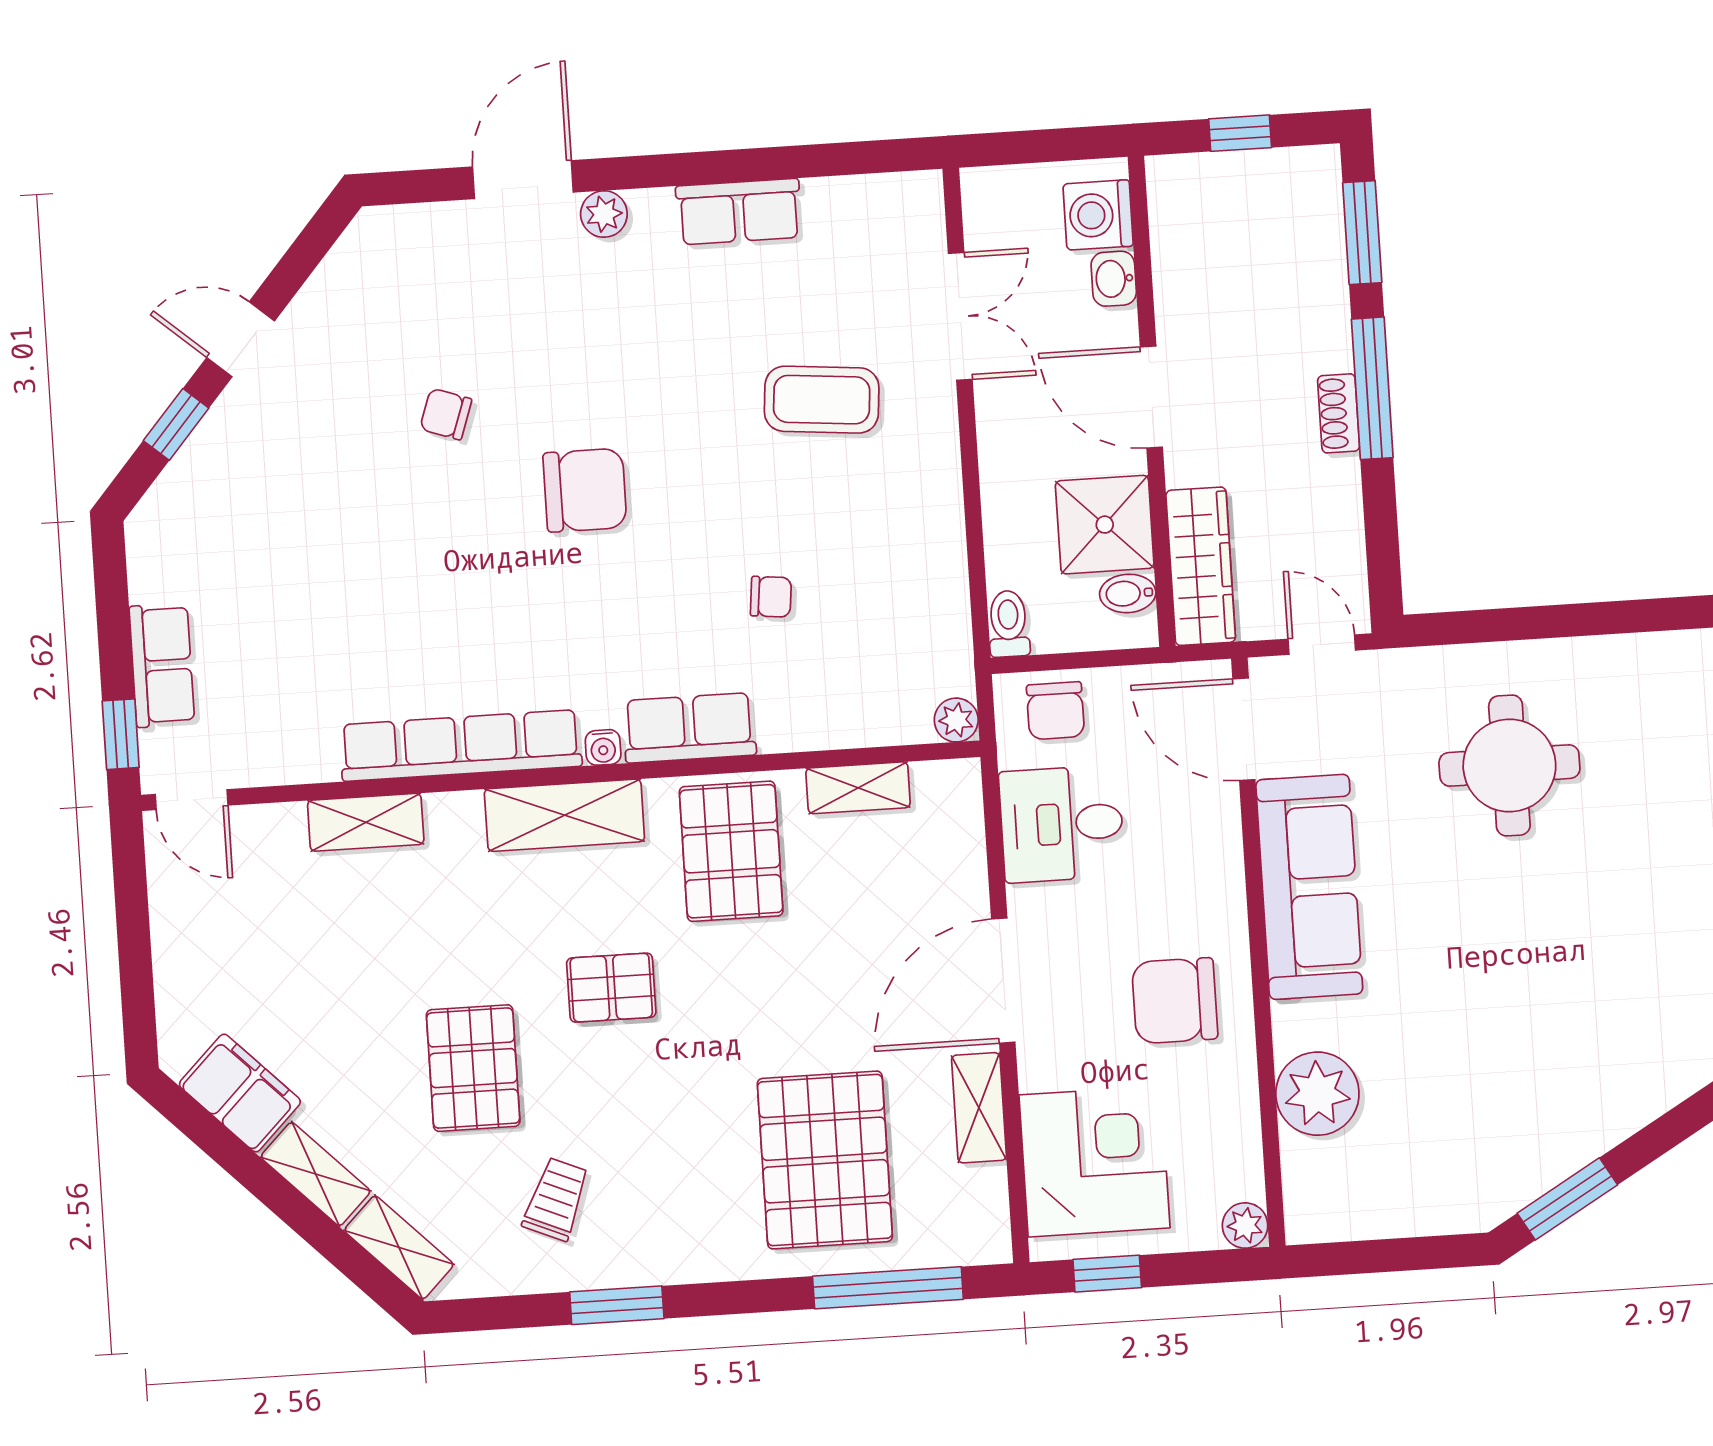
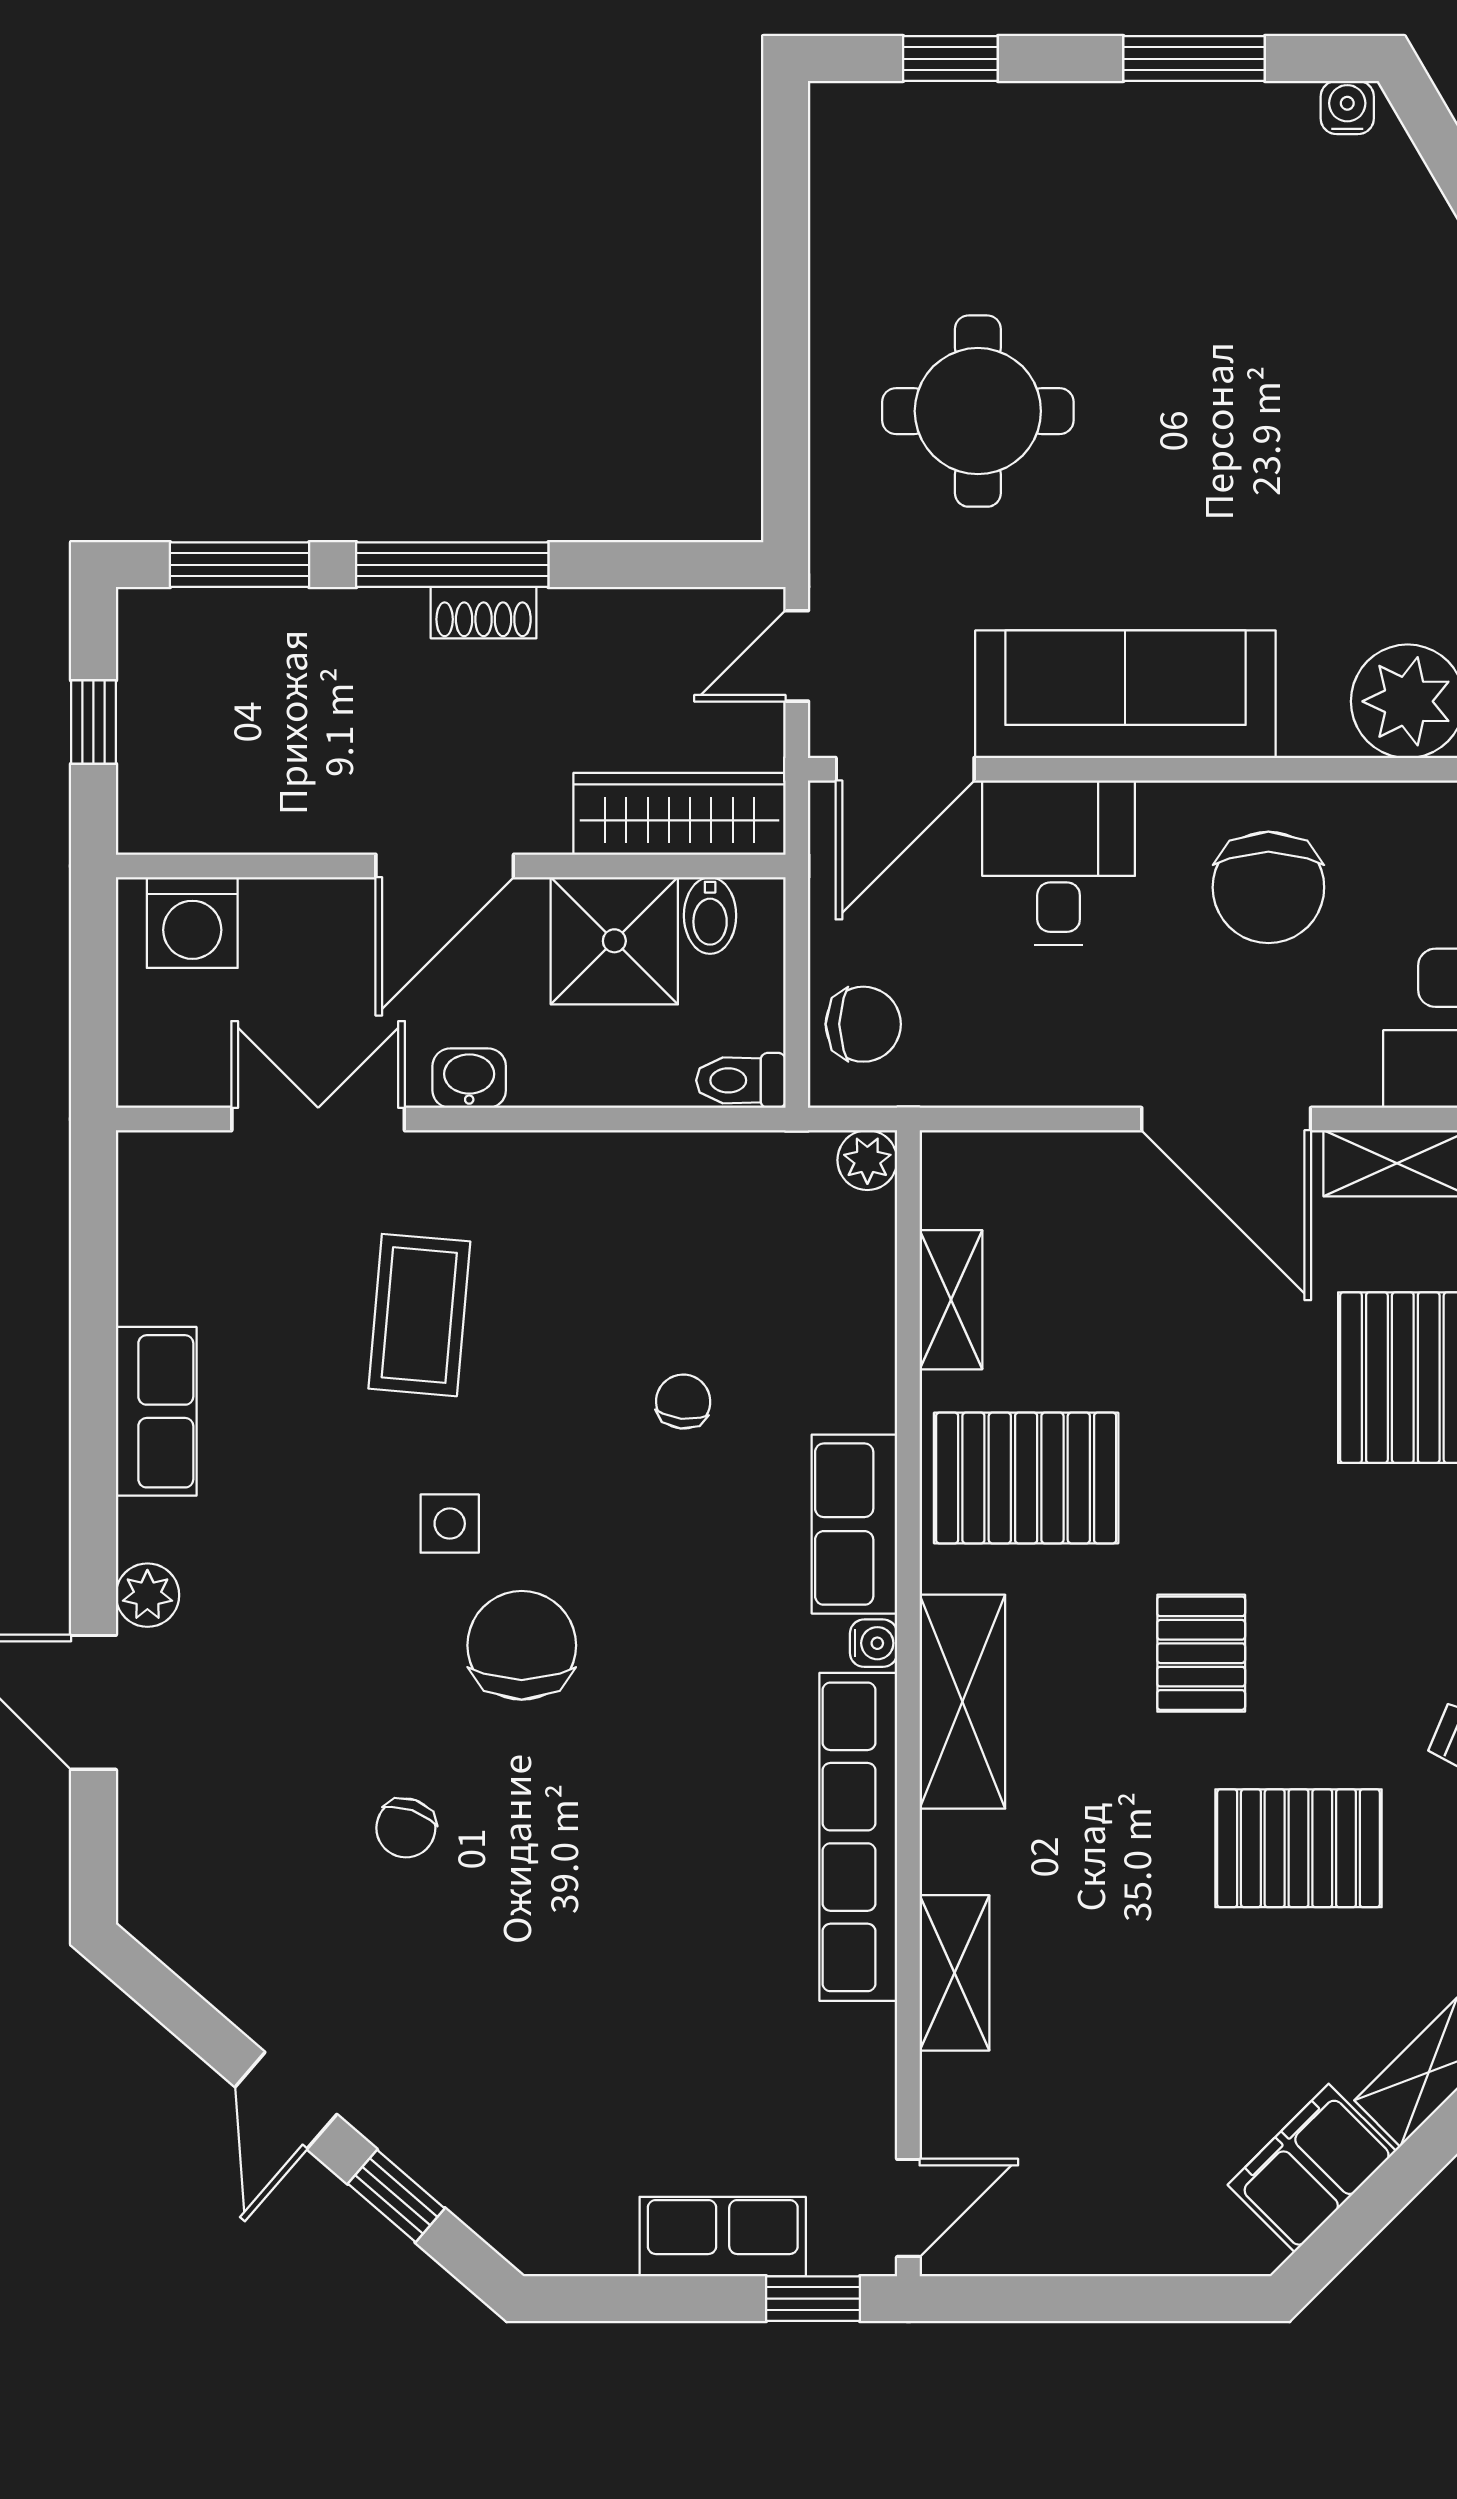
washbasin: (1114, 279) -> (469, 1078), moved, turned 180
side table: (671, 432) -> (450, 1524), added
desk: (1062, 824) -> (1059, 863), moved, turned 180

